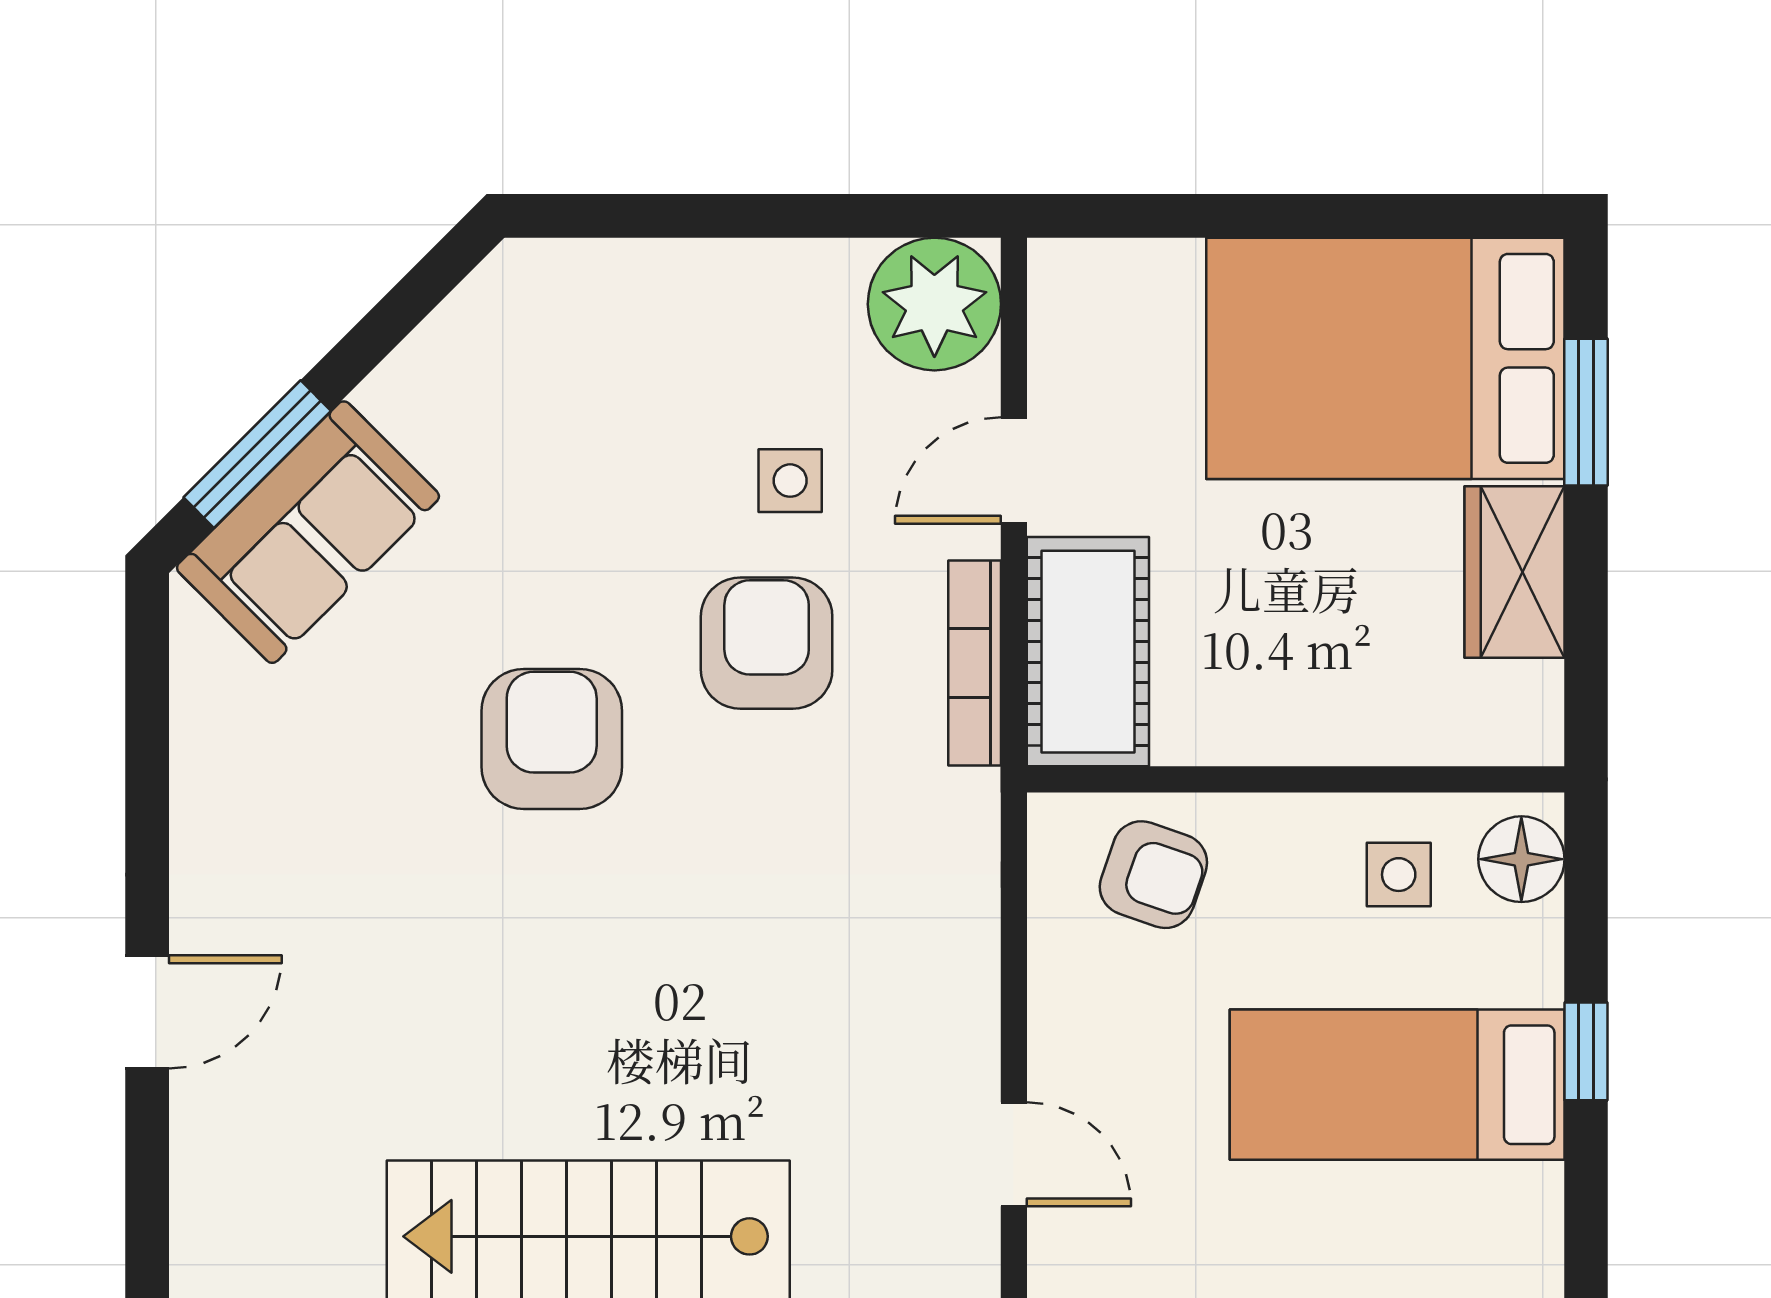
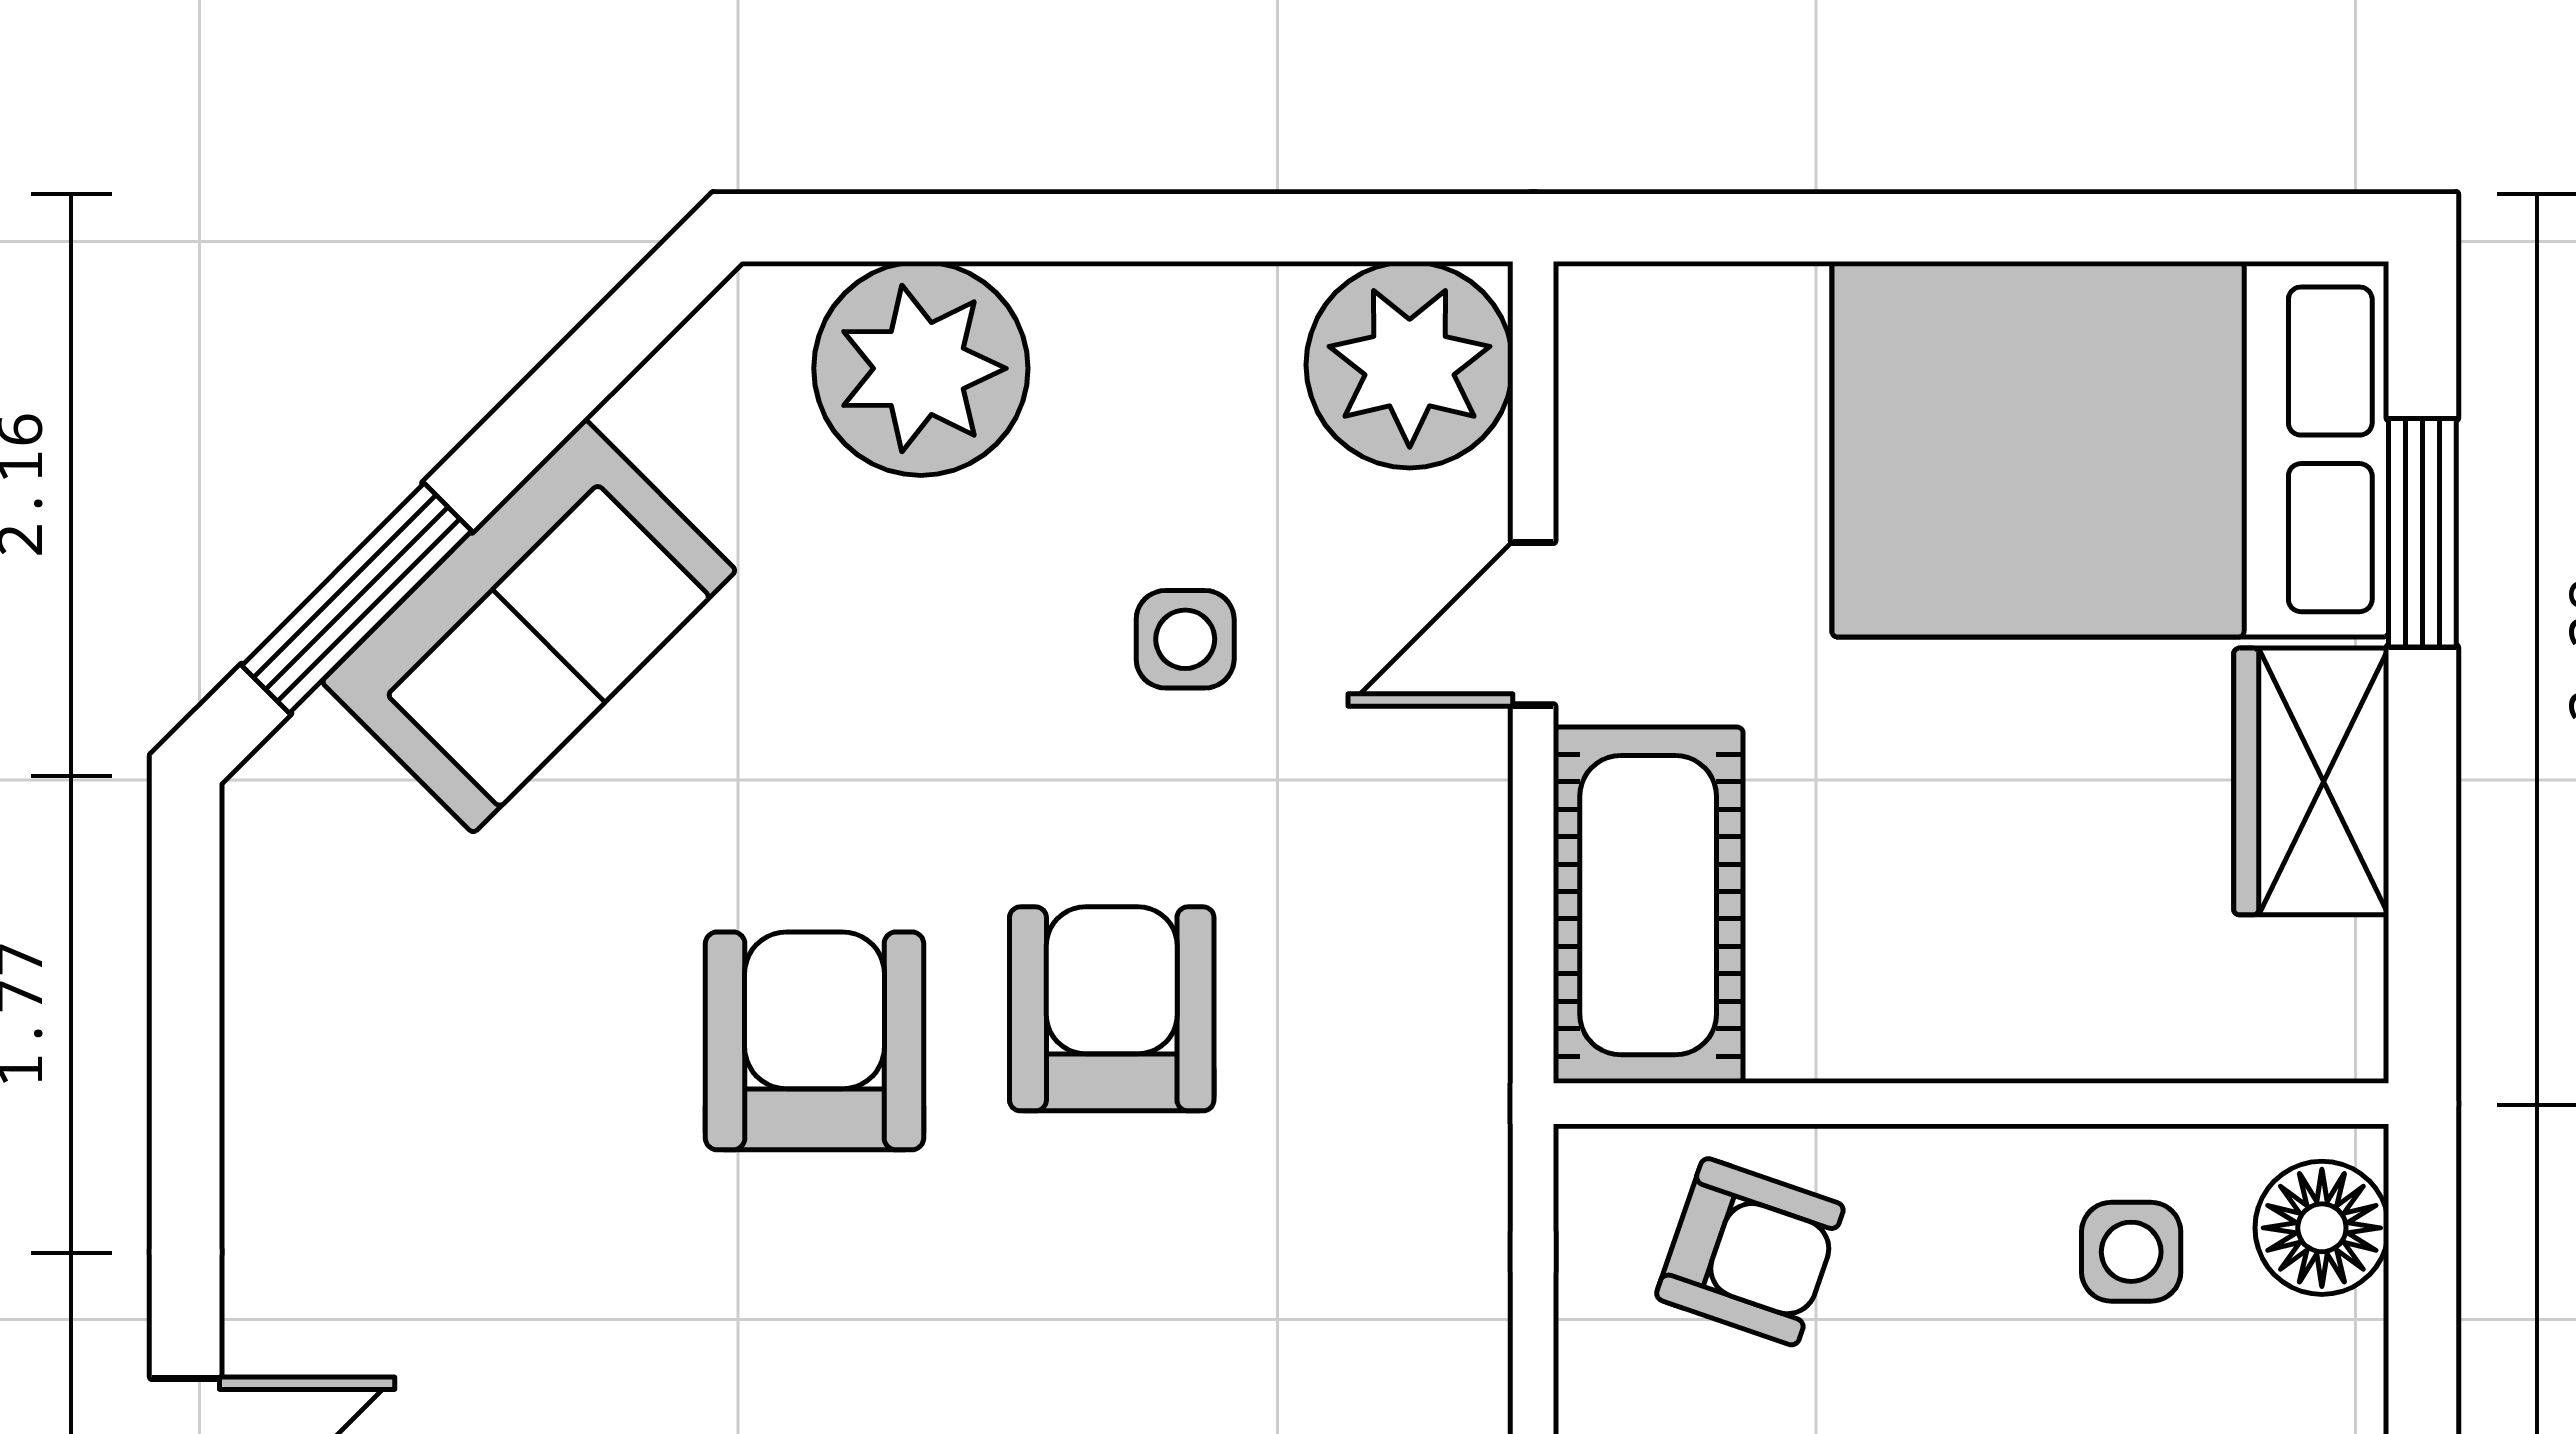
plant: (620, 306) -> (921, 368), added
sofa: (308, 532) -> (529, 626), moved
armchair: (767, 643) -> (1112, 1009), moved
bookcase: (975, 663) -> (1472, 923), removed

